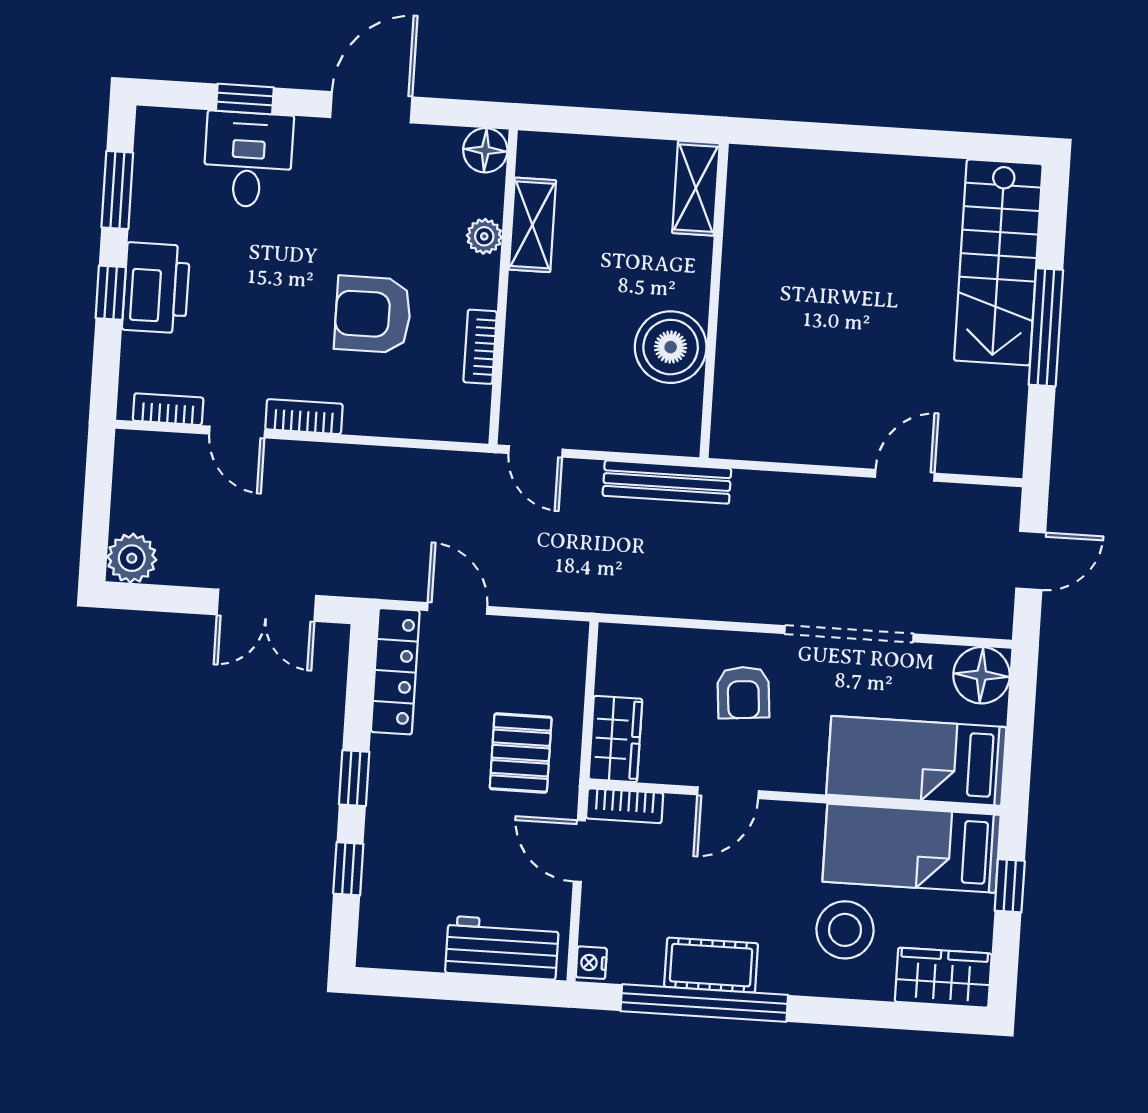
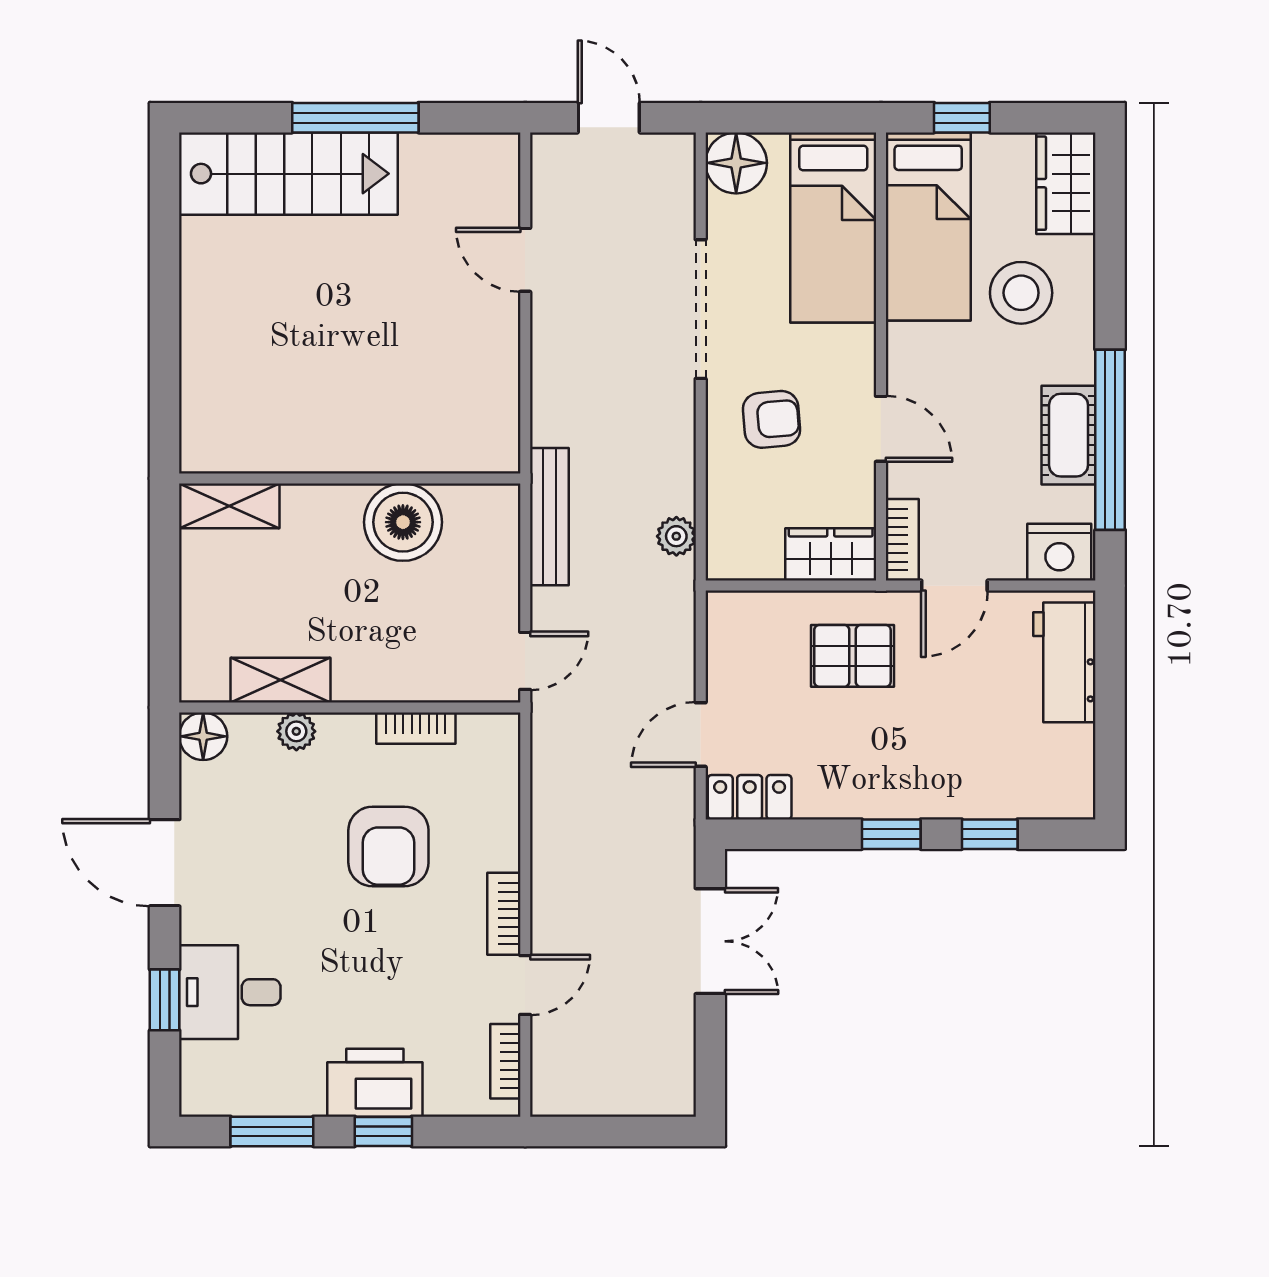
plant: (132, 558) -> (676, 536), moved, width x0.73, depth x0.73
locker: (395, 671) -> (750, 797), width x0.66
nightstand: (591, 963) -> (1059, 552), width x1.89, depth x1.79

